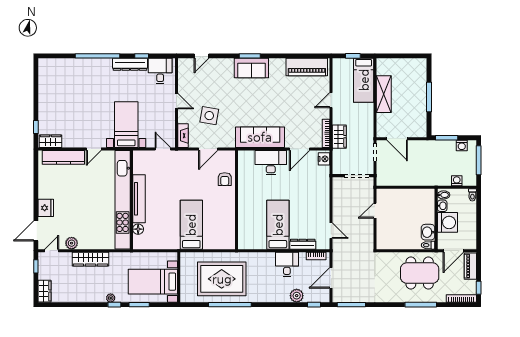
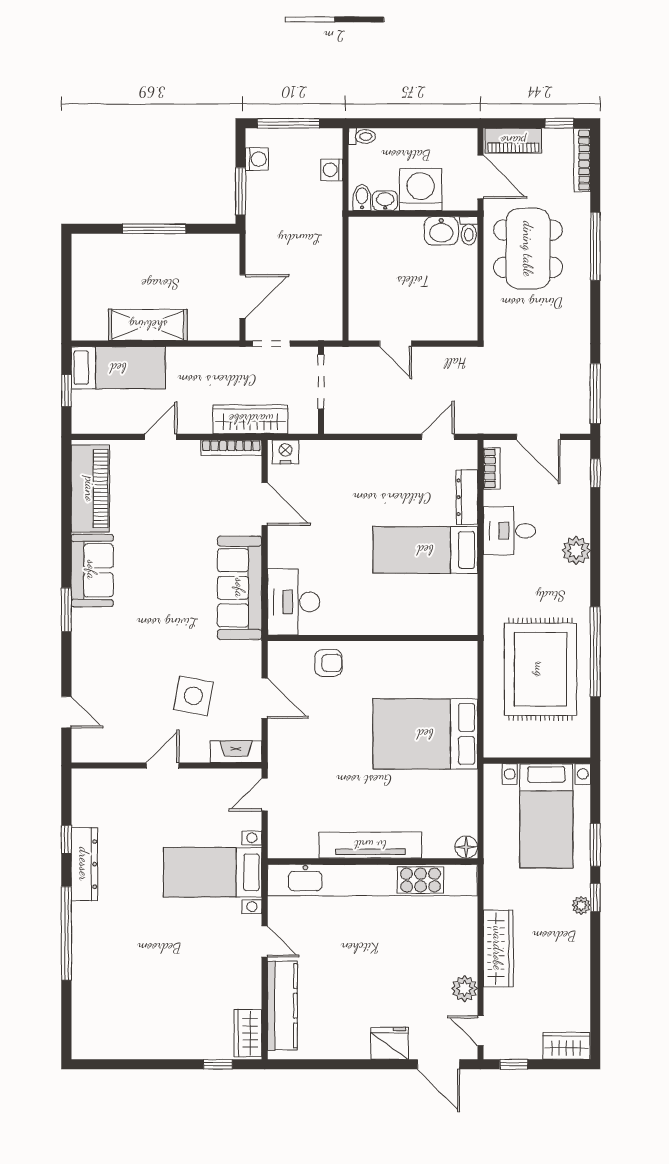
sofa: (251, 68) -> (92, 570), moved
desk: (160, 71) -> (98, 800), removed
door: (331, 100) -> (161, 437), swing flipped
wardrobe: (339, 137) -> (251, 419), width x1.50
desk: (271, 163) -> (294, 602), moved
bed: (191, 225) -> (425, 734), width x1.50
floor lamp: (138, 229) -> (466, 847), moved
plant: (297, 296) -> (576, 551), moved

